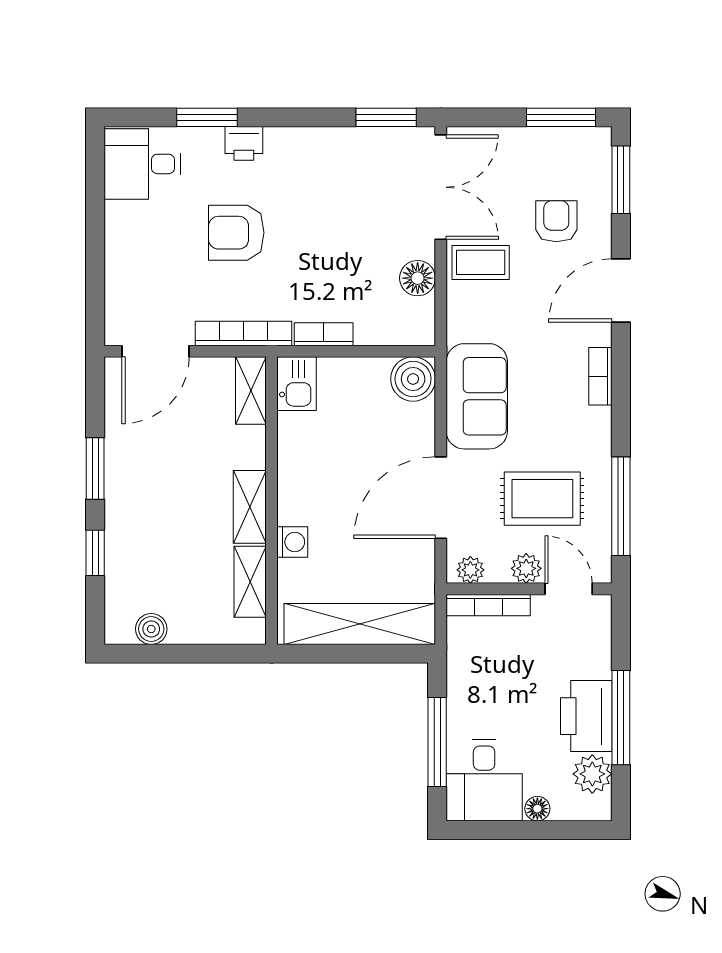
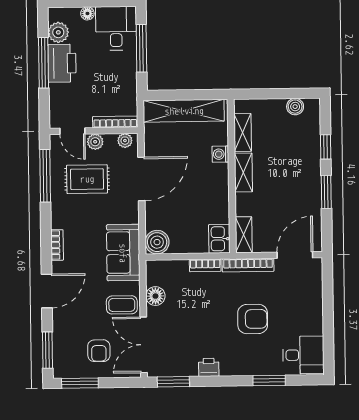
printer: (244, 143) -> (209, 367), moved
armchair: (556, 221) -> (99, 351), moved
sofa: (477, 396) -> (123, 253), moved

